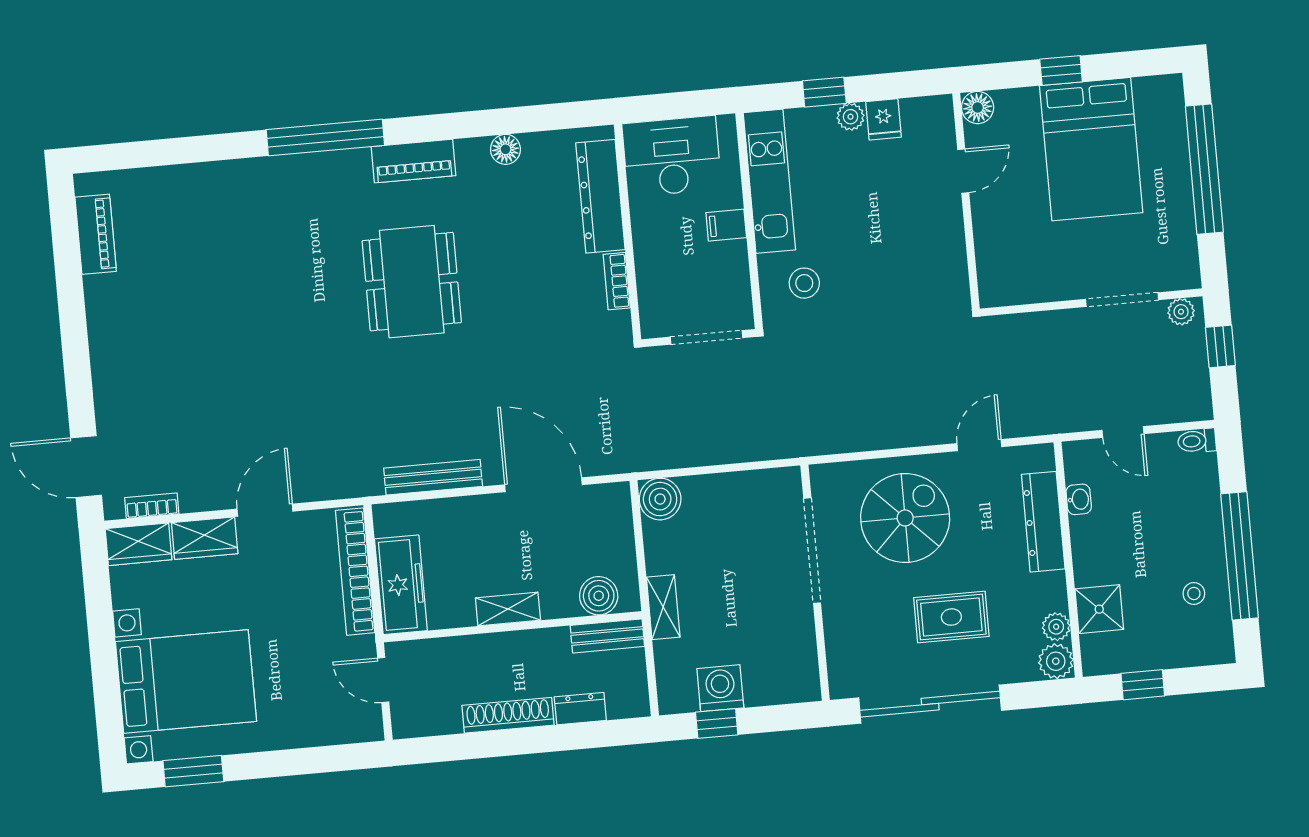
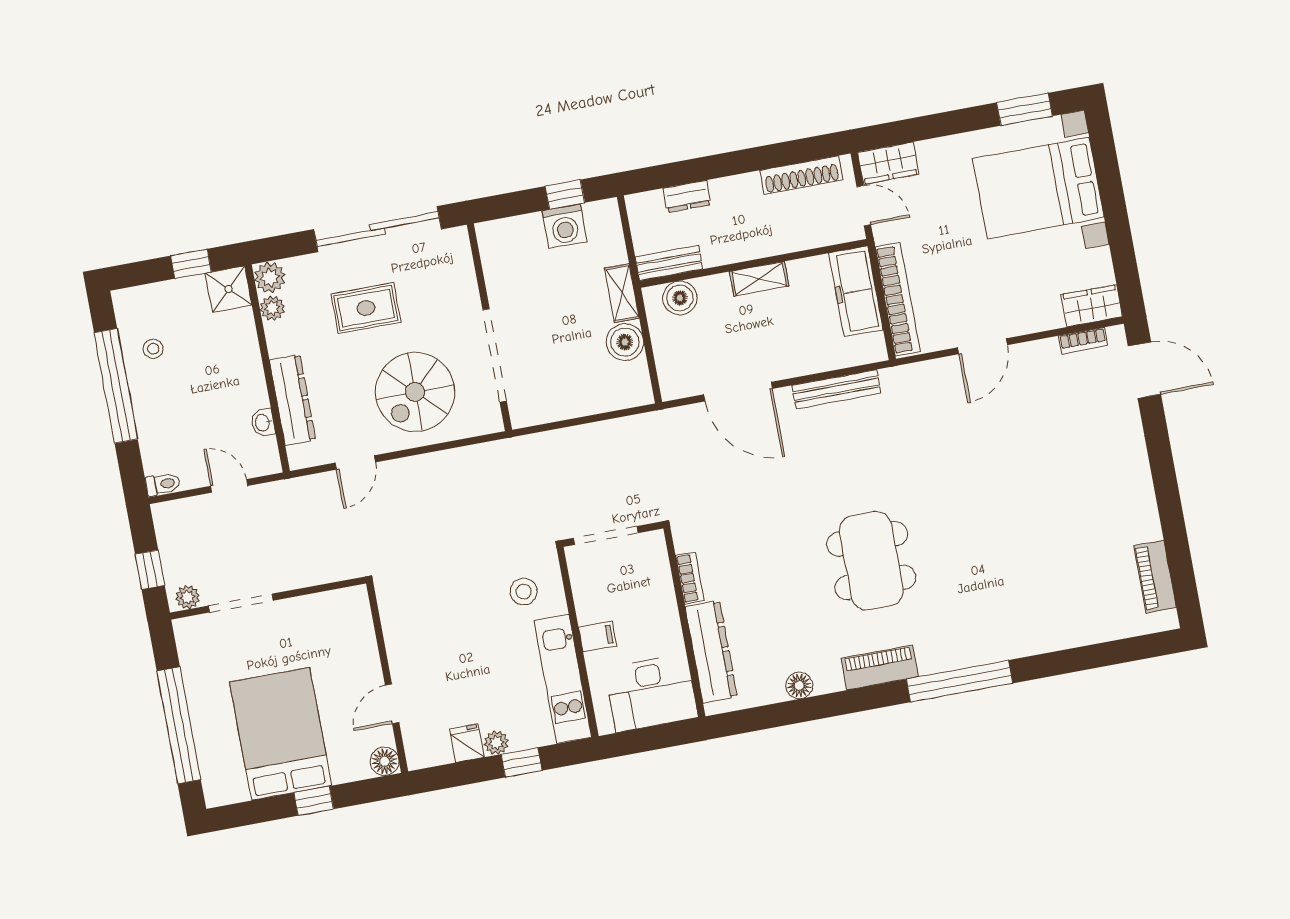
boiler: (660, 499) -> (625, 342), moved
wardrobe: (205, 538) -> (888, 163), moved, turned 180
shower: (1099, 609) -> (229, 289), moved
shoe rack: (508, 715) -> (801, 175), moved

